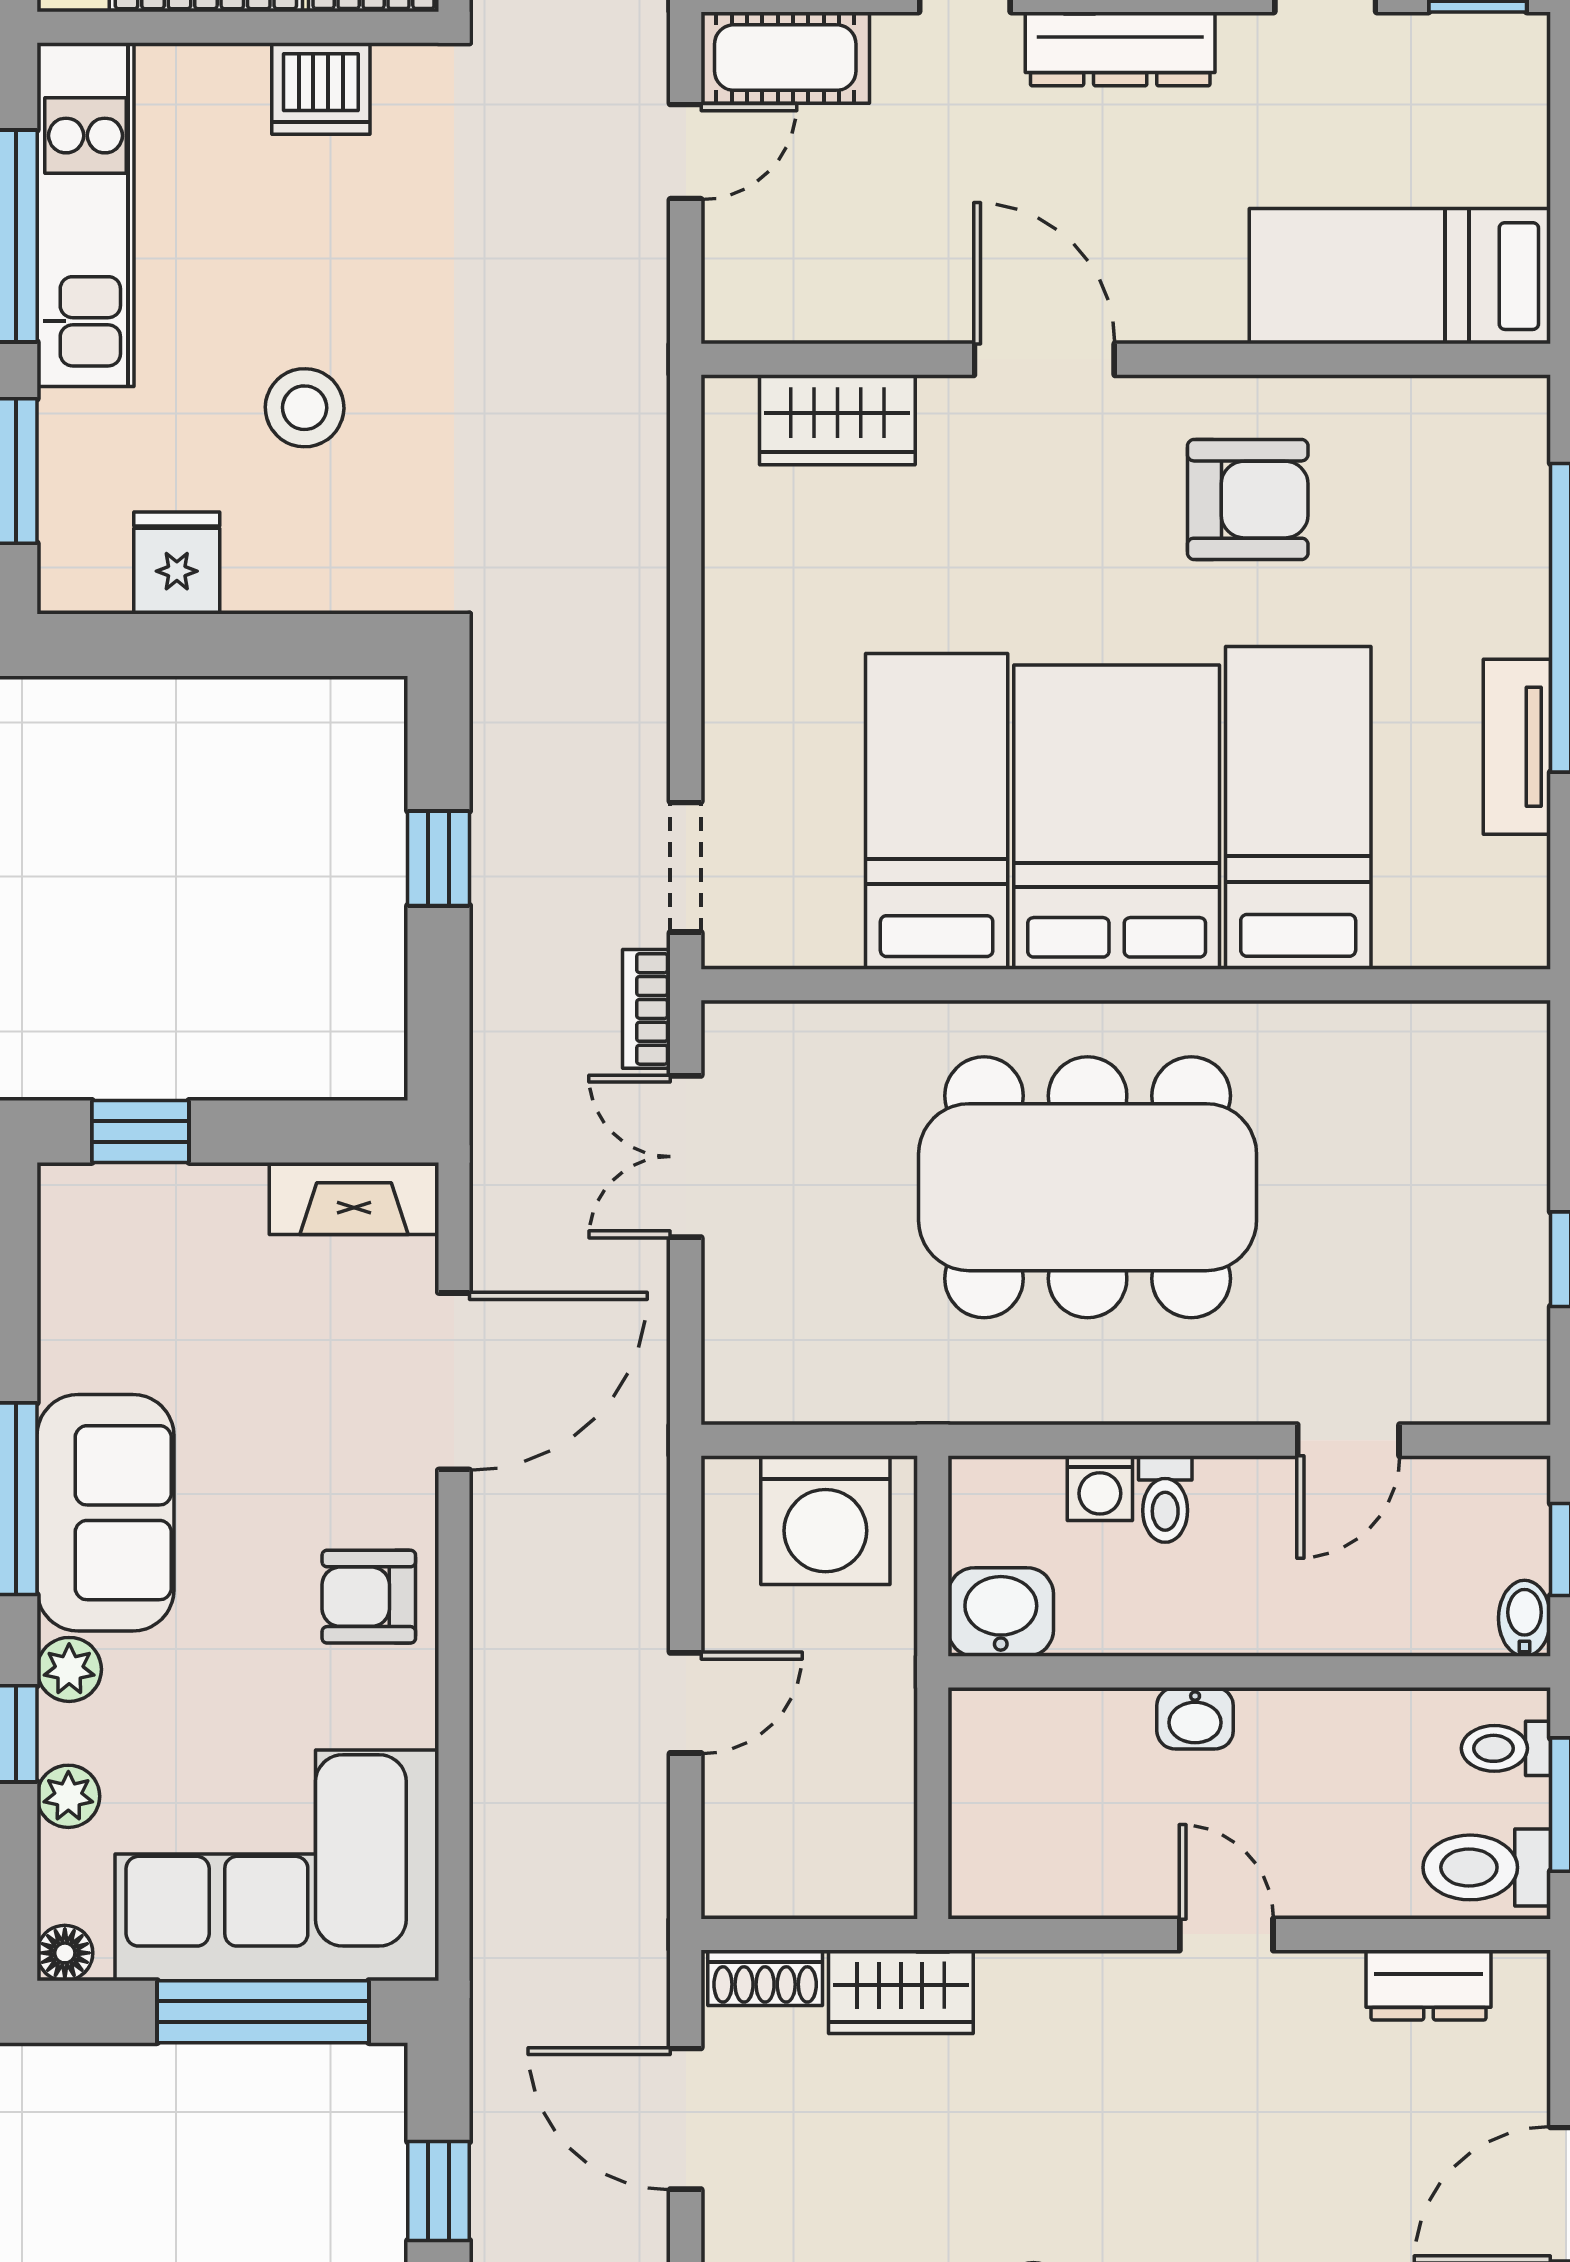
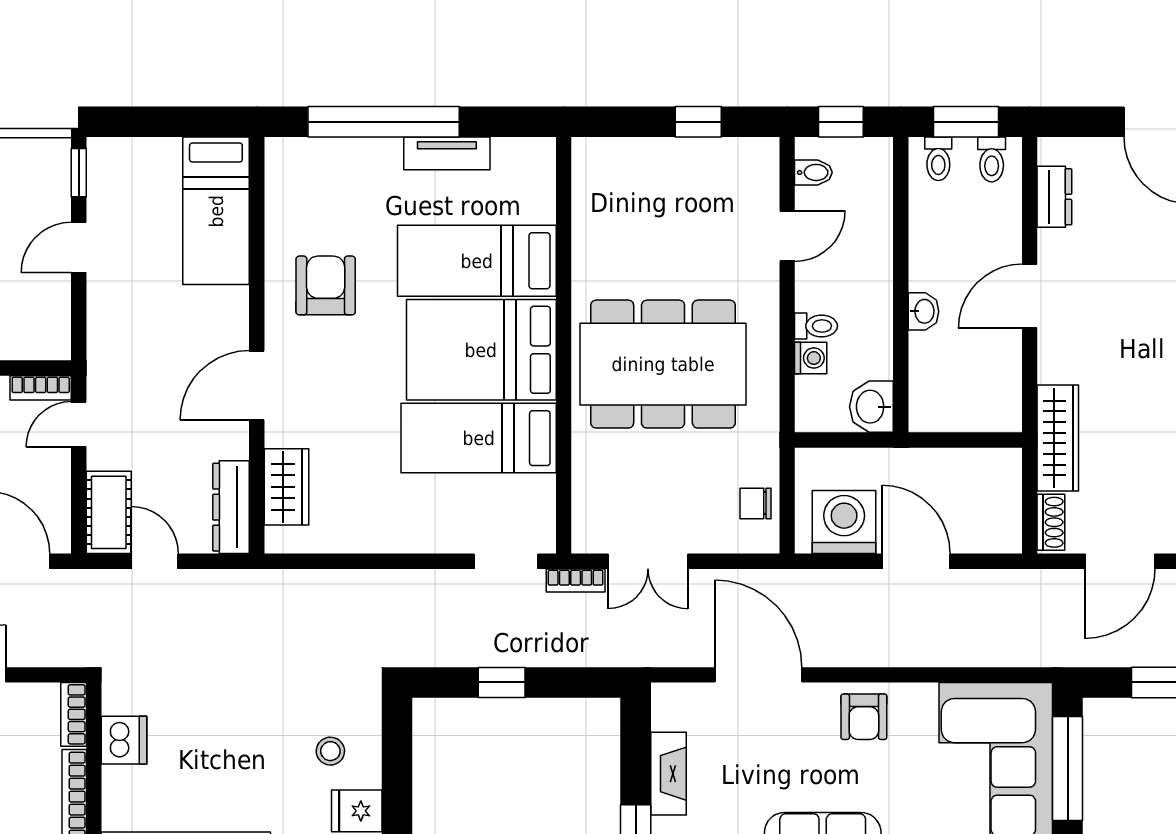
dresser: (1120, 49) -> (231, 507), moved, turned 180
stool: (305, 408) -> (330, 751), moved, width x0.73, depth x0.73
dining table: (1088, 1187) -> (663, 364), turned 90
fireplace: (354, 1198) -> (669, 774), moved
chair: (804, 1376) -> (756, 503), added
door: (1348, 1440) -> (787, 236), hinge flipped
washing machine: (825, 1520) -> (844, 522), moved, turned -90
bidet: (1525, 1618) -> (813, 172), moved, turned 180
door: (686, 1703) -> (916, 561), width x1.38
toilet: (1487, 1867) -> (992, 159), width x0.73, depth x0.72
door: (1226, 1934) -> (1030, 296), width x1.38
wardrobe: (901, 1992) -> (1058, 438), width x1.50

